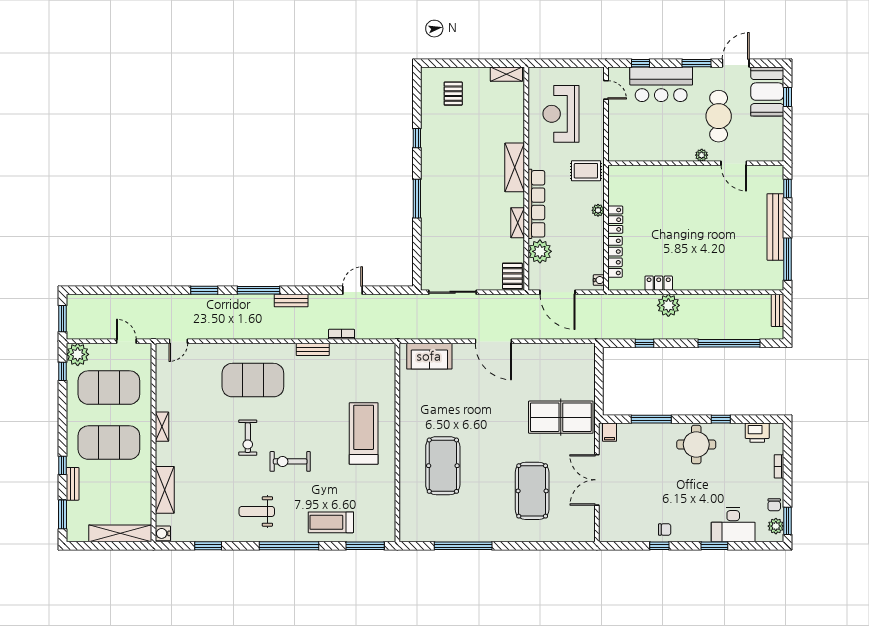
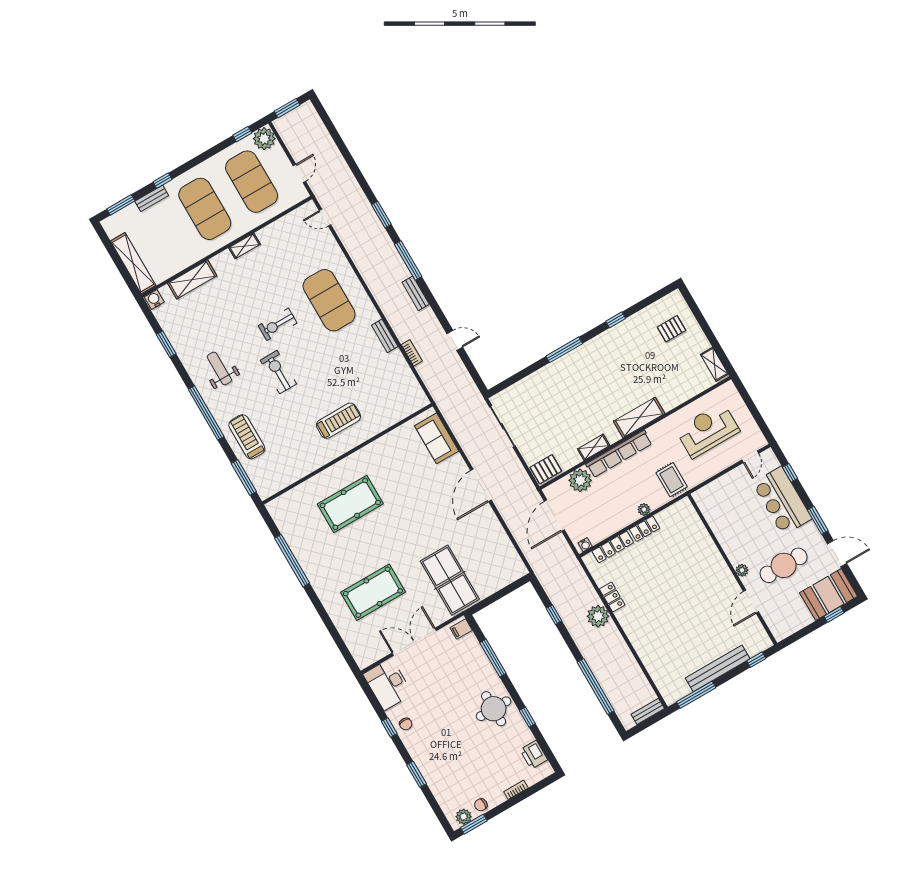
treadmill: (364, 433) -> (338, 421), width x0.73, depth x0.73
desk: (733, 525) -> (388, 684), moved

